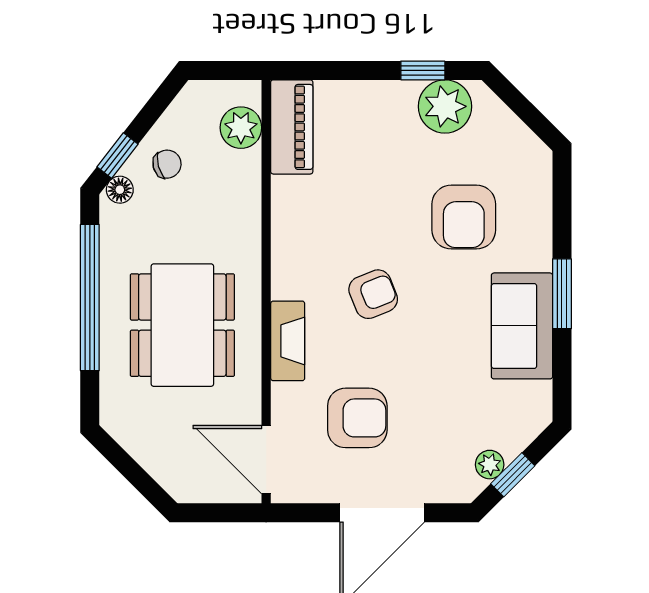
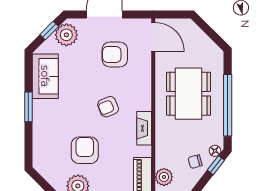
armchair: (464, 217) -> (85, 150), moved
sofa: (522, 326) -> (45, 76), moved
fireplace: (288, 341) -> (144, 128), moved
plant: (490, 465) -> (66, 35), width x1.88, depth x1.88

